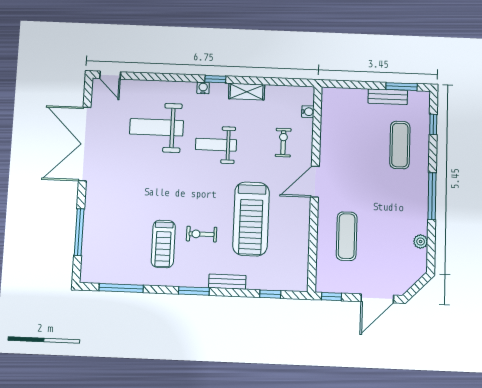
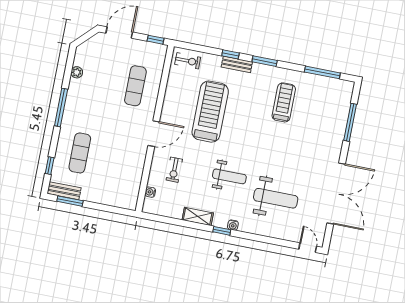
bench: (388, 97) -> (64, 191), moved
exercise bike: (202, 234) -> (188, 61), moved
window: (270, 294) -> (230, 54), moved

